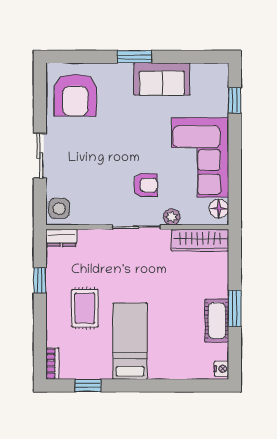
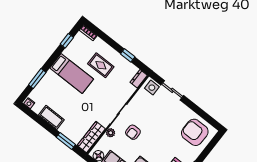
sliding door: (40, 156) -> (172, 90), moved
window: (235, 308) -> (66, 141), moved
window: (177, 385) -> (37, 79), added

